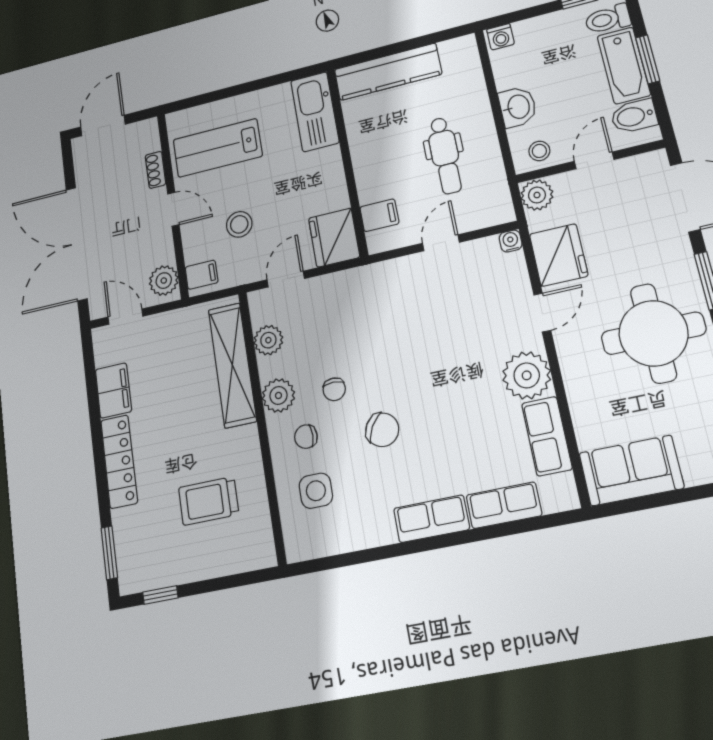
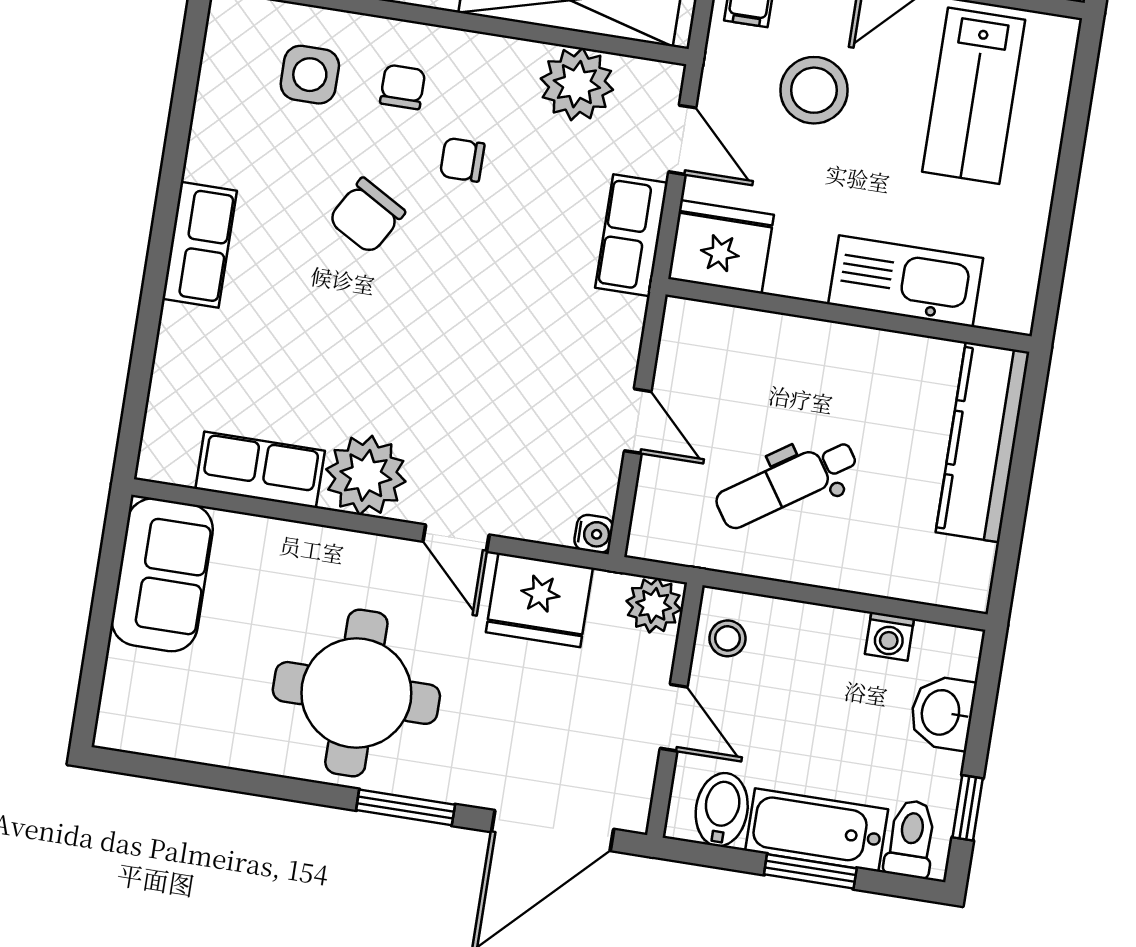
washing machine: (501, 37) -> (889, 636), moved, turned -90
washbasin: (518, 107) -> (942, 713), moved, turned 90
kitchen sink: (315, 112) -> (906, 281), moved
lab bench: (218, 148) -> (974, 96), turned 180
dental chair: (445, 155) -> (787, 483), turned -34
filing cabinet: (379, 215) -> (728, 337), removed
stool: (239, 224) -> (814, 90), width x1.38, depth x1.38
plant: (268, 340) -> (577, 84), width x1.36, depth x1.36
plant: (278, 395) -> (488, 63), removed
row of seats: (504, 505) -> (631, 235), moved, turned 180

